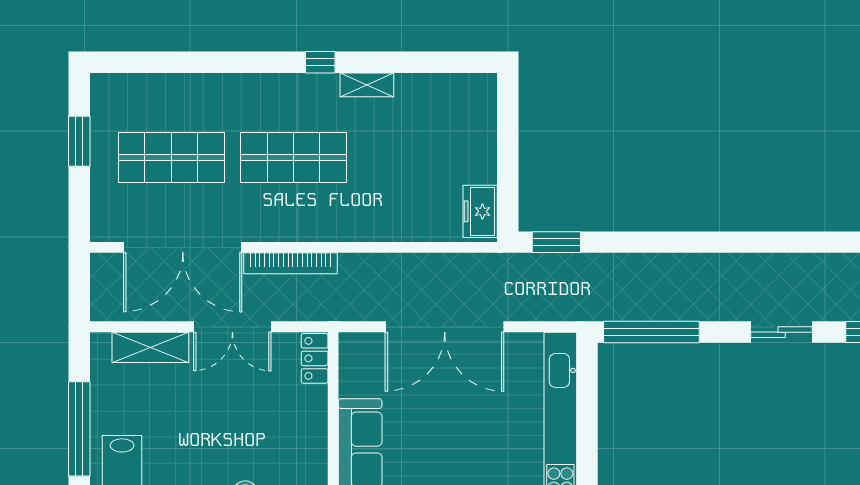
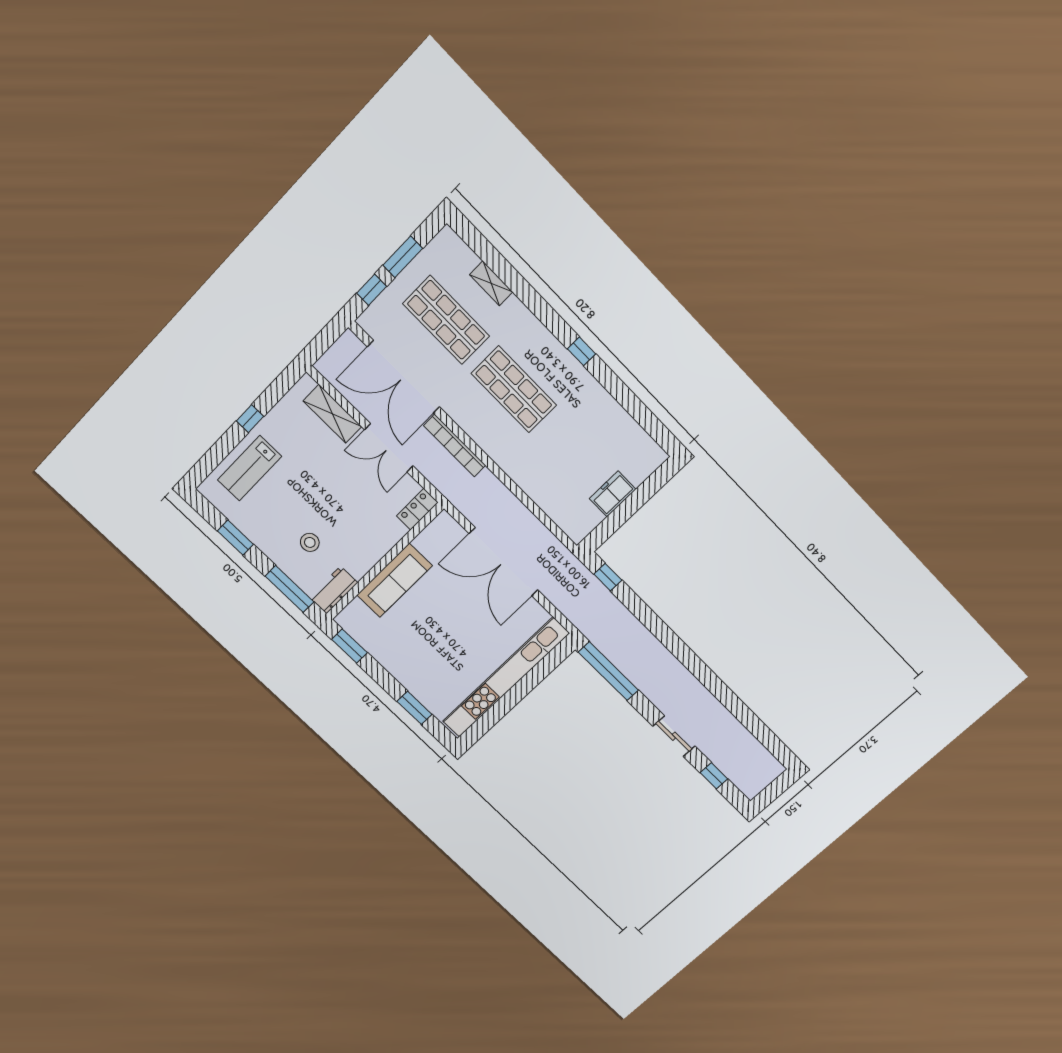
shelving: (367, 85) -> (491, 283), moved
window: (79, 198) -> (372, 290), added
freezer: (480, 211) -> (613, 494), moved
window: (556, 242) -> (608, 577), width x0.67
window: (79, 429) -> (250, 419), width x0.32

